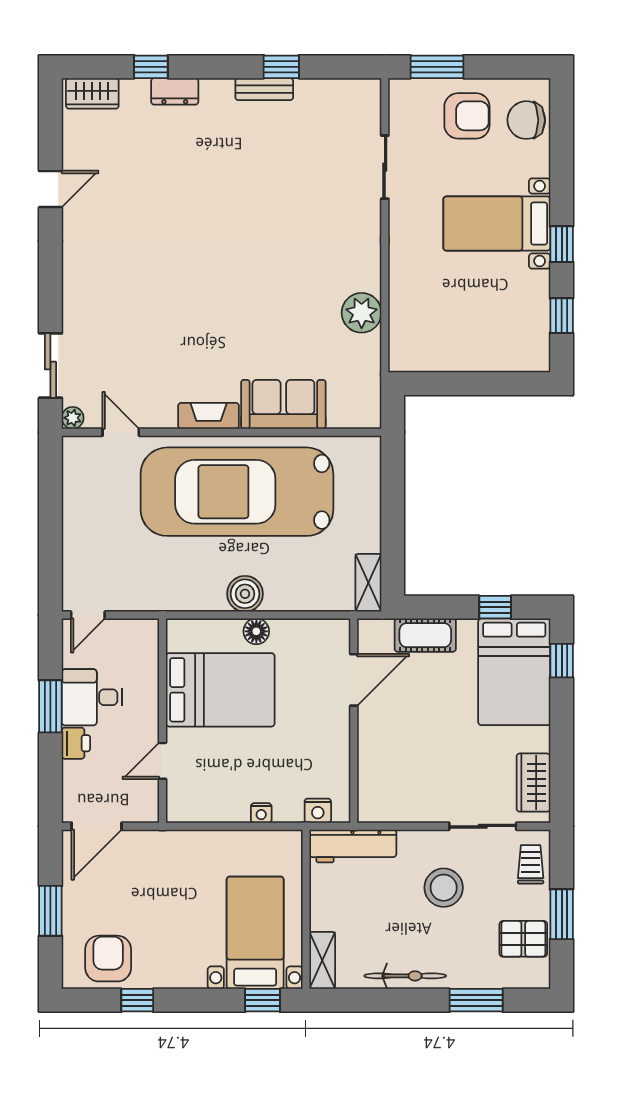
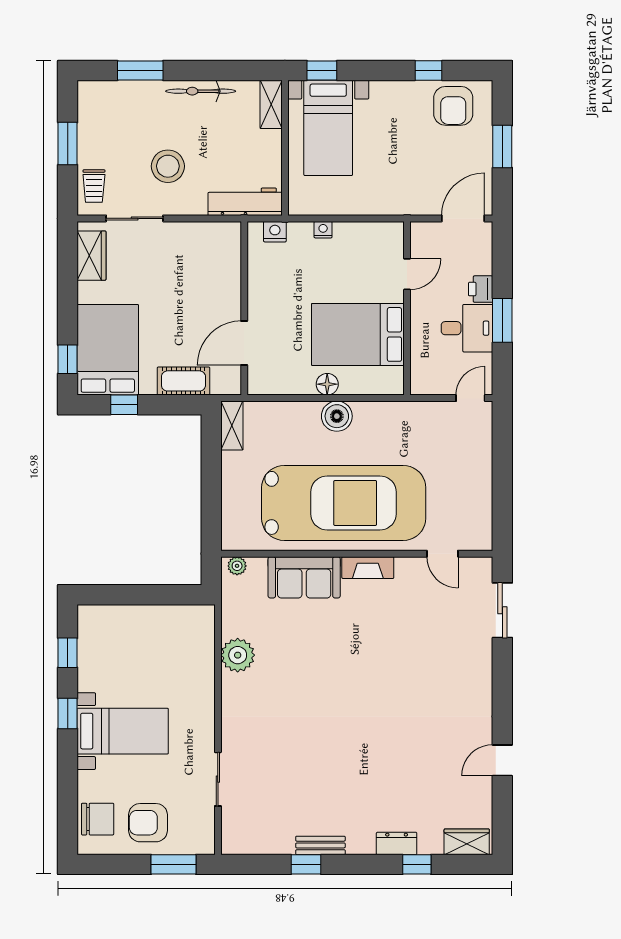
plant: (73, 418) -> (237, 566), moved
pallet: (523, 939) -> (100, 123), removed

